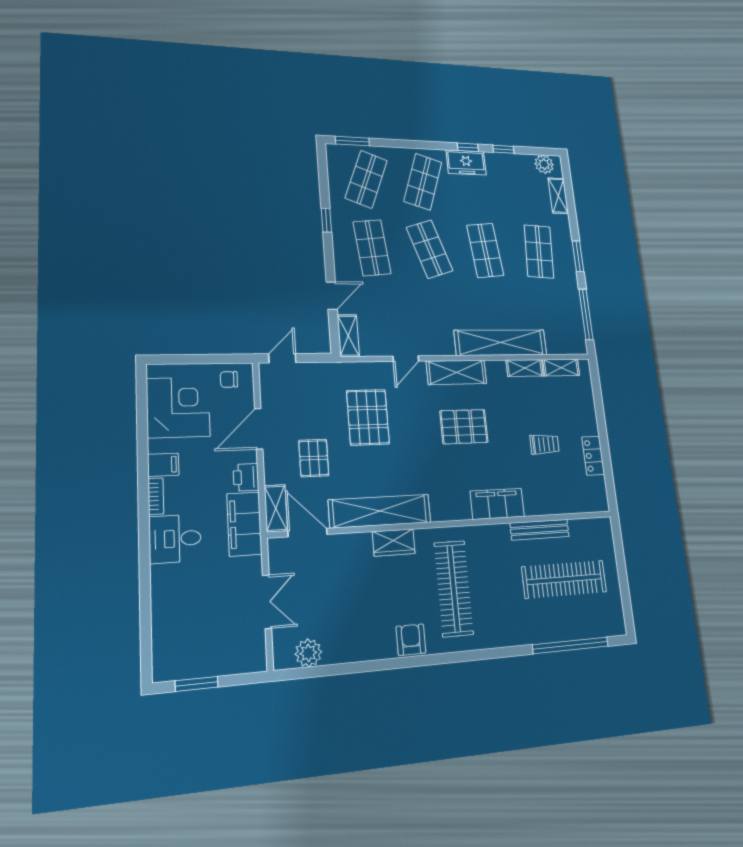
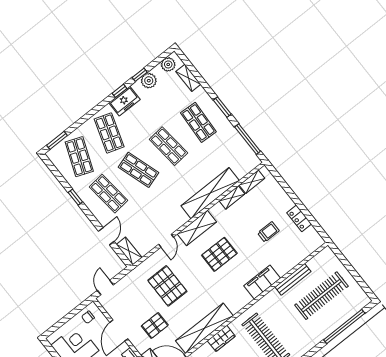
plant: (510, 163) -> (149, 81), added
pallet: (314, 458) -> (155, 326), turned 90

